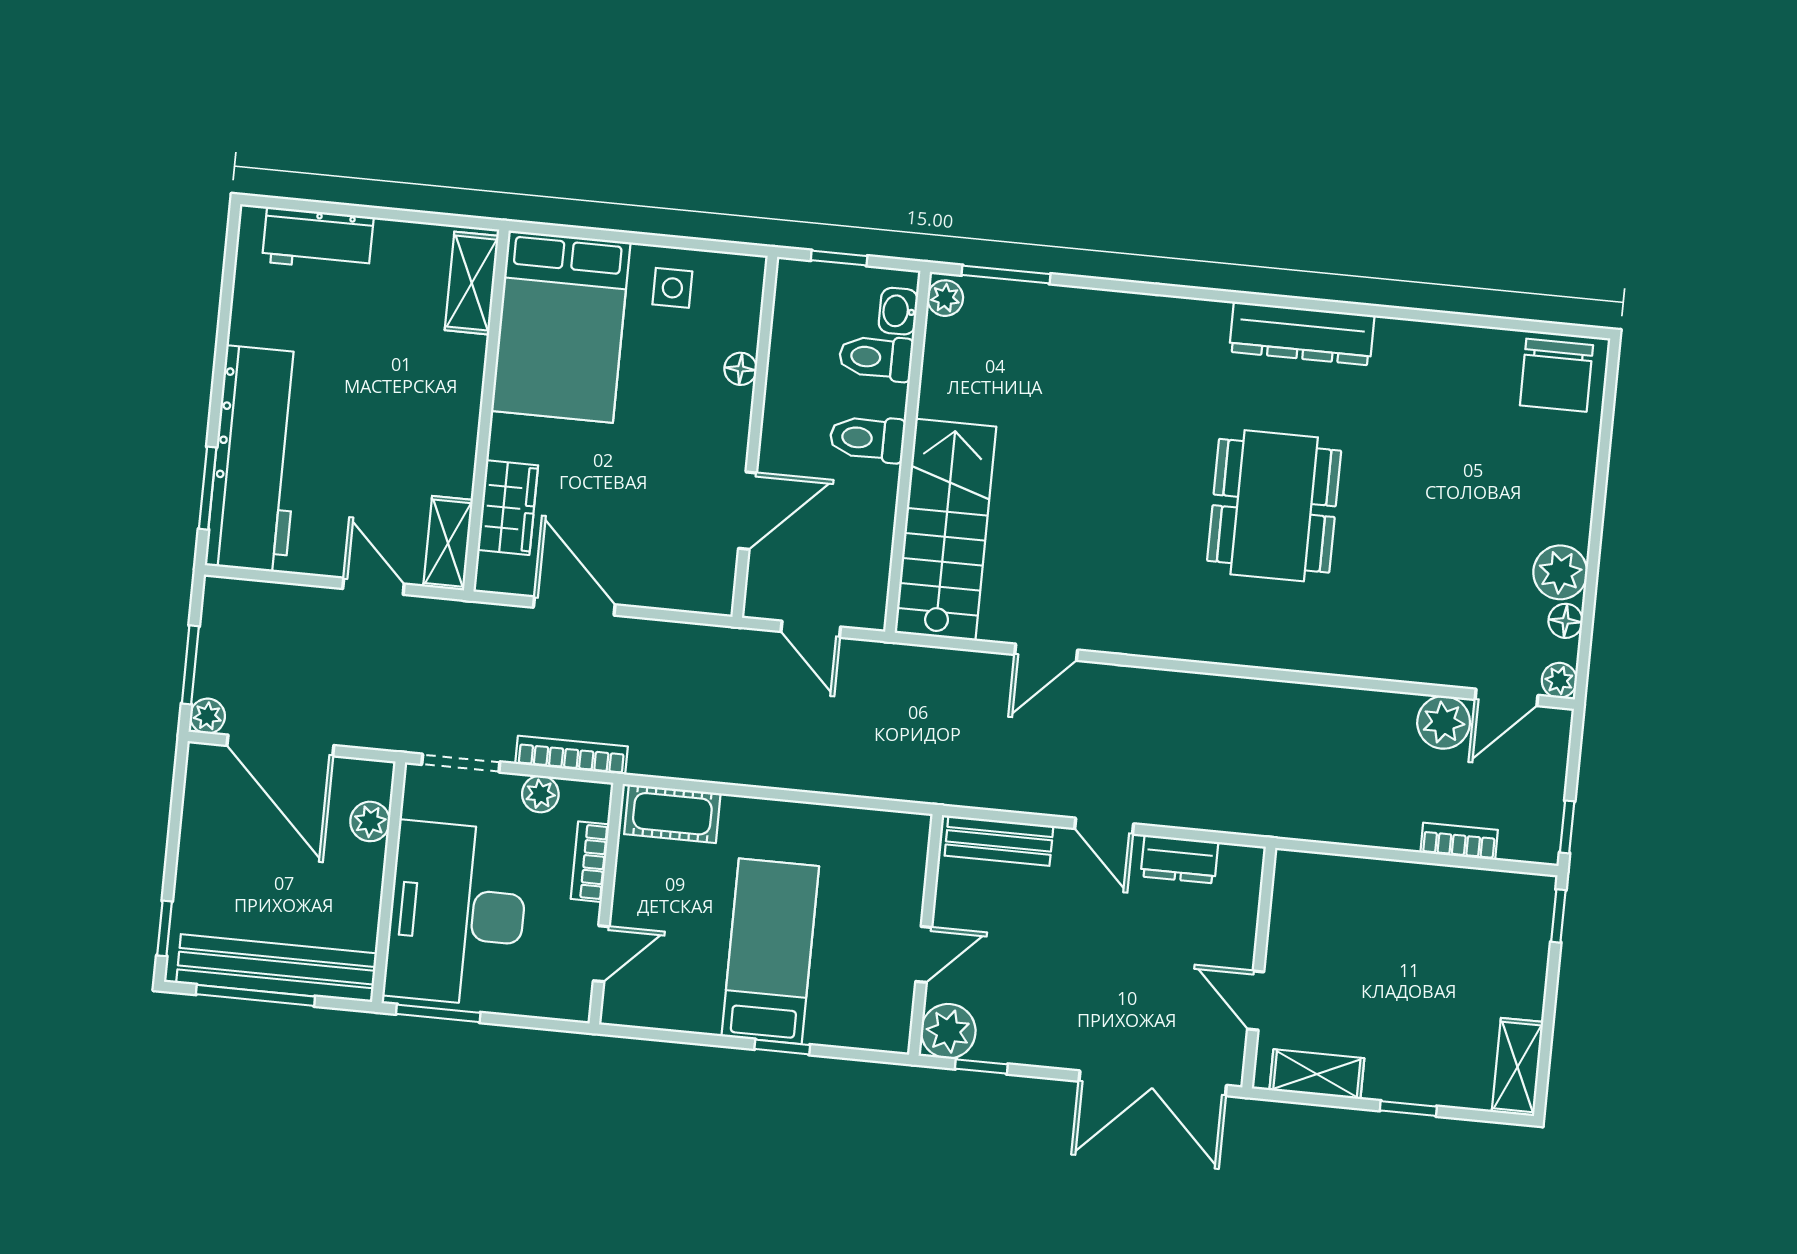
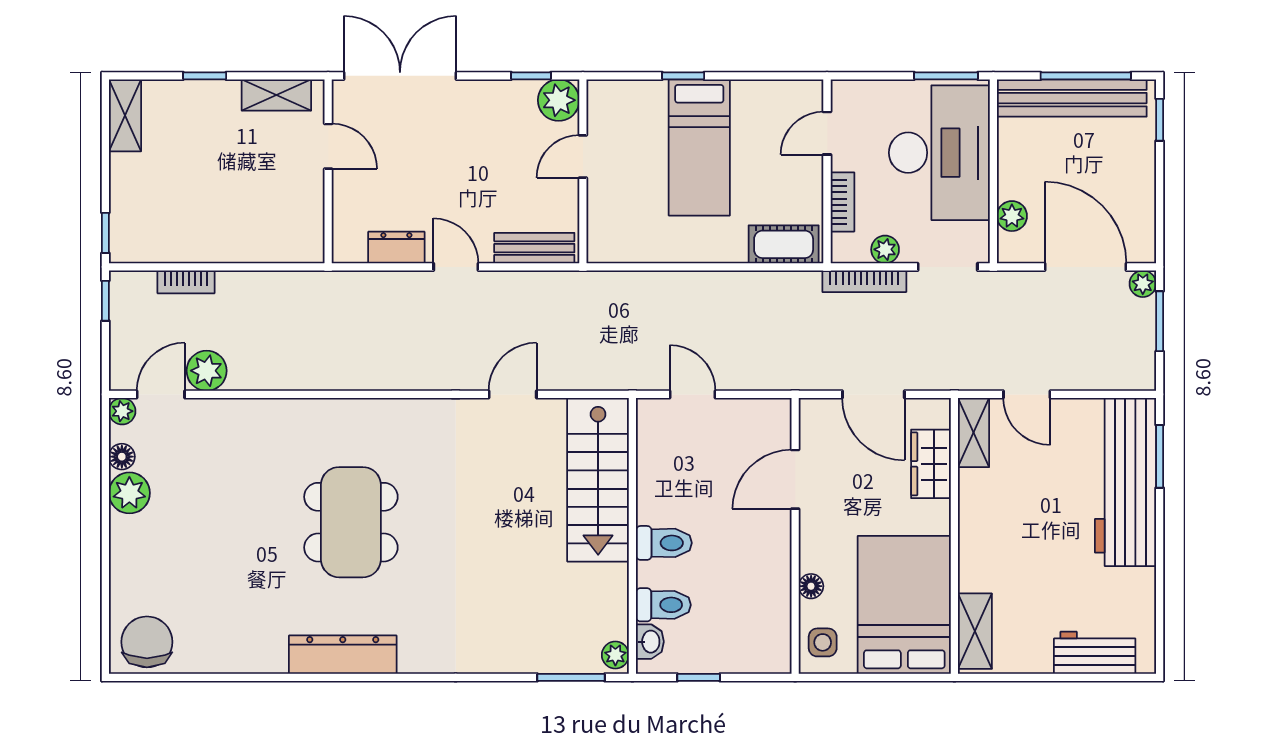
floor lamp: (741, 369) -> (811, 586), moved
wall: (755, 437) -> (795, 536), moved
door: (748, 511) -> (795, 479), moved

